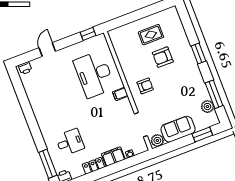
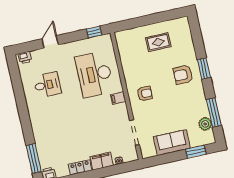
armchair: (163, 57) -> (183, 75), moved
plant: (157, 140) -> (149, 151), removed
desk: (70, 142) -> (47, 85), moved

